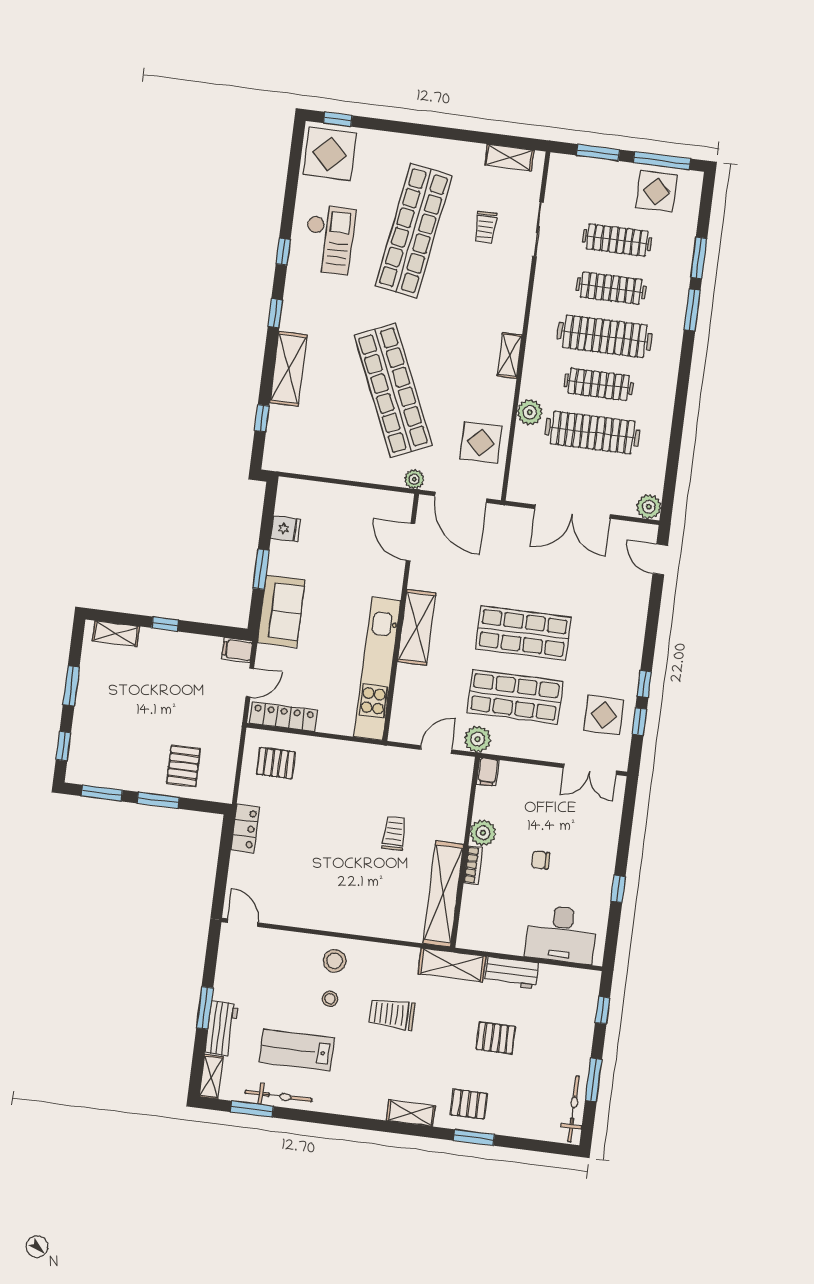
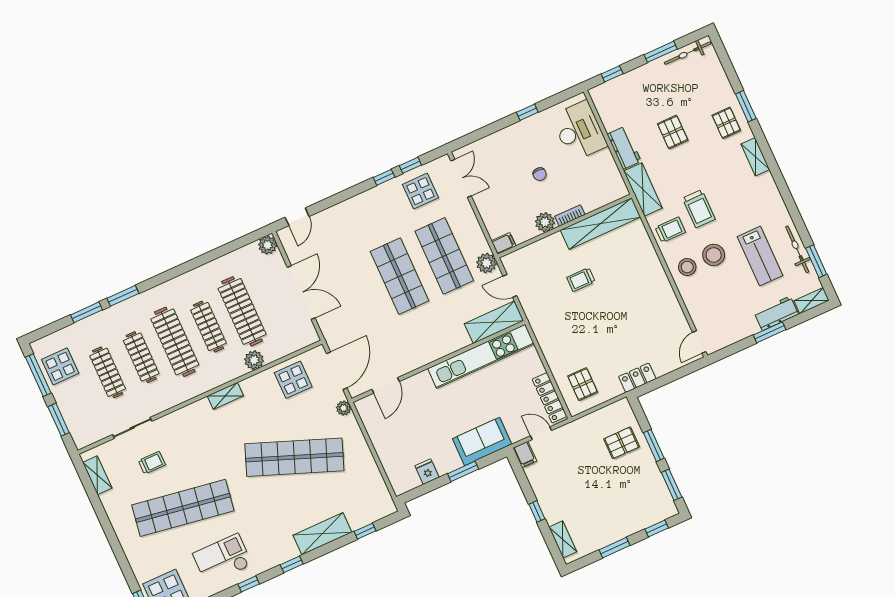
shop shelf: (393, 390) -> (294, 457), turned 45
shelving: (417, 627) -> (494, 322), moved
trolley: (388, 968) -> (670, 230), added
stool: (330, 999) -> (714, 255), width x1.89, depth x1.89

